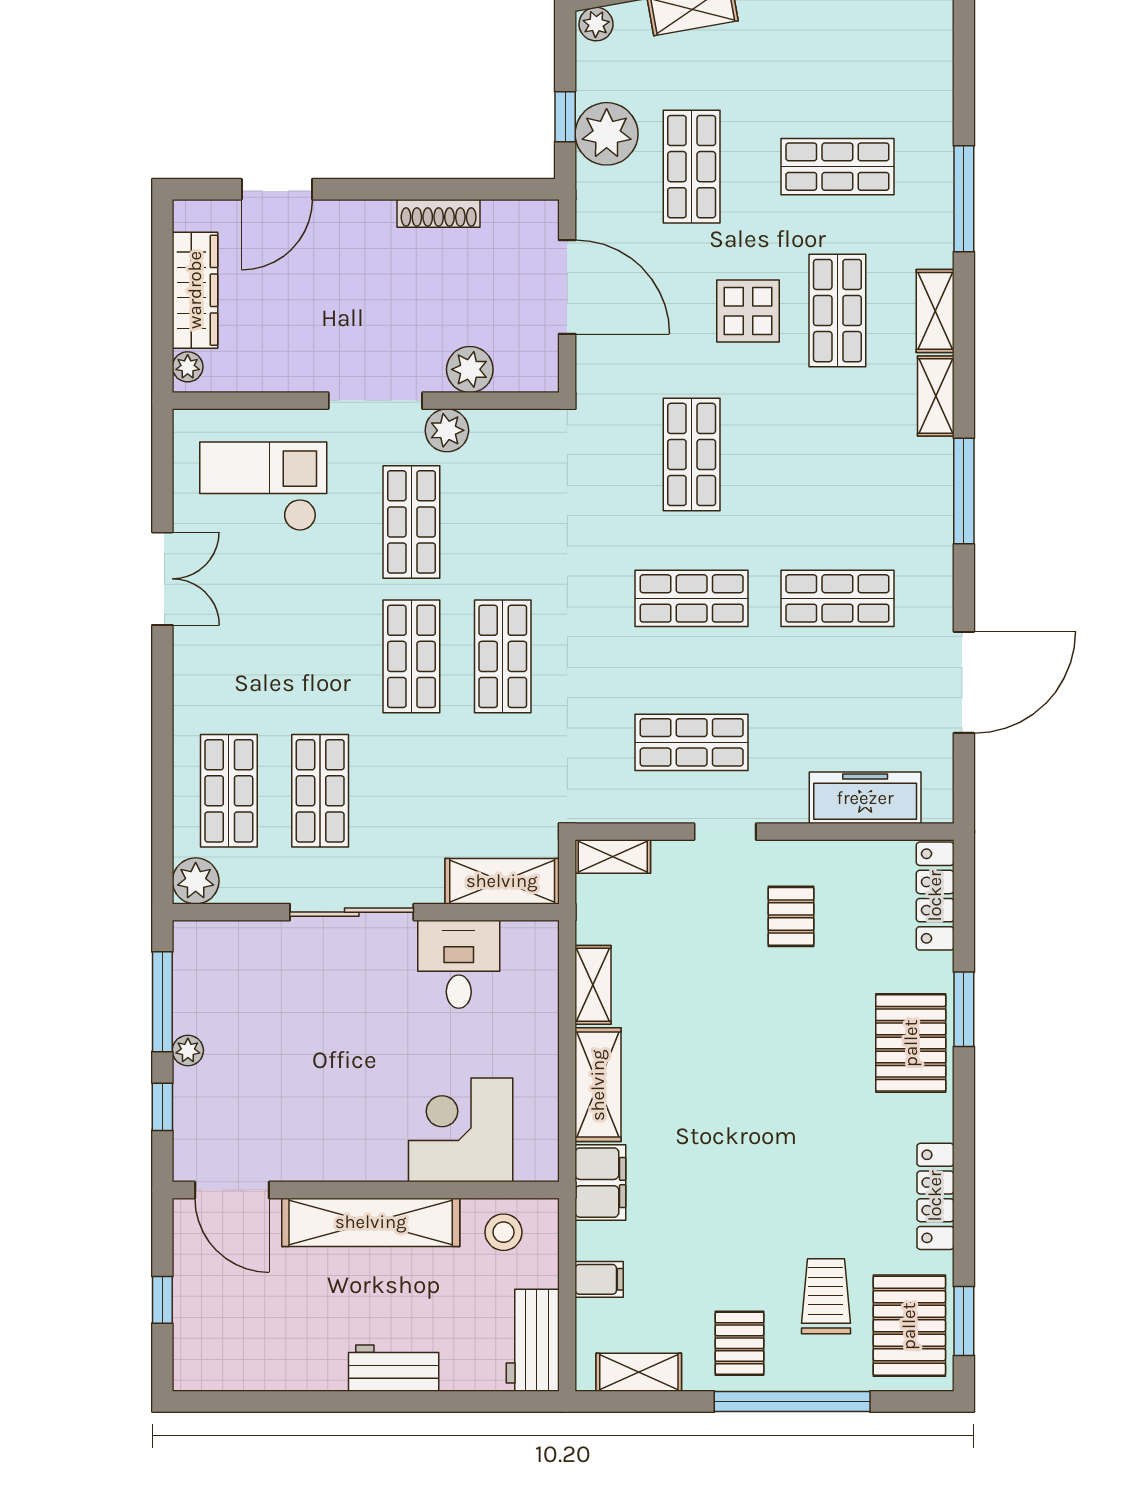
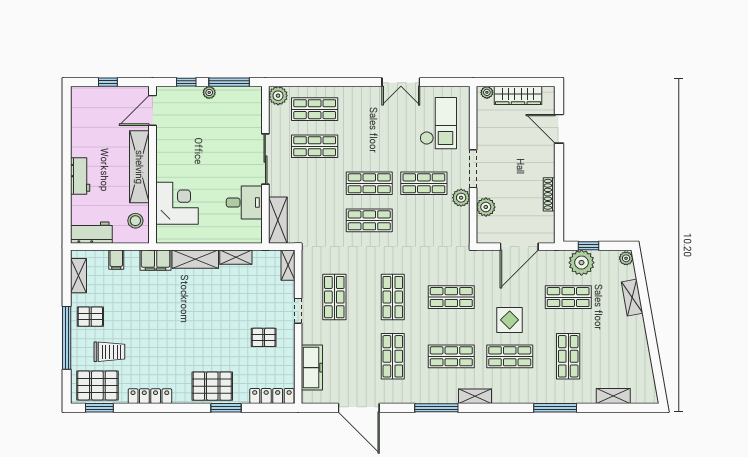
shelving: (935, 311) -> (613, 396), moved
shop shelf: (837, 454) -> (451, 356), added

